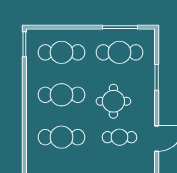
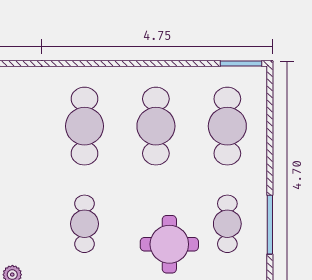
cafe table: (119, 52) -> (227, 224), width x0.73, depth x0.74
round table: (113, 101) -> (169, 244), moved

